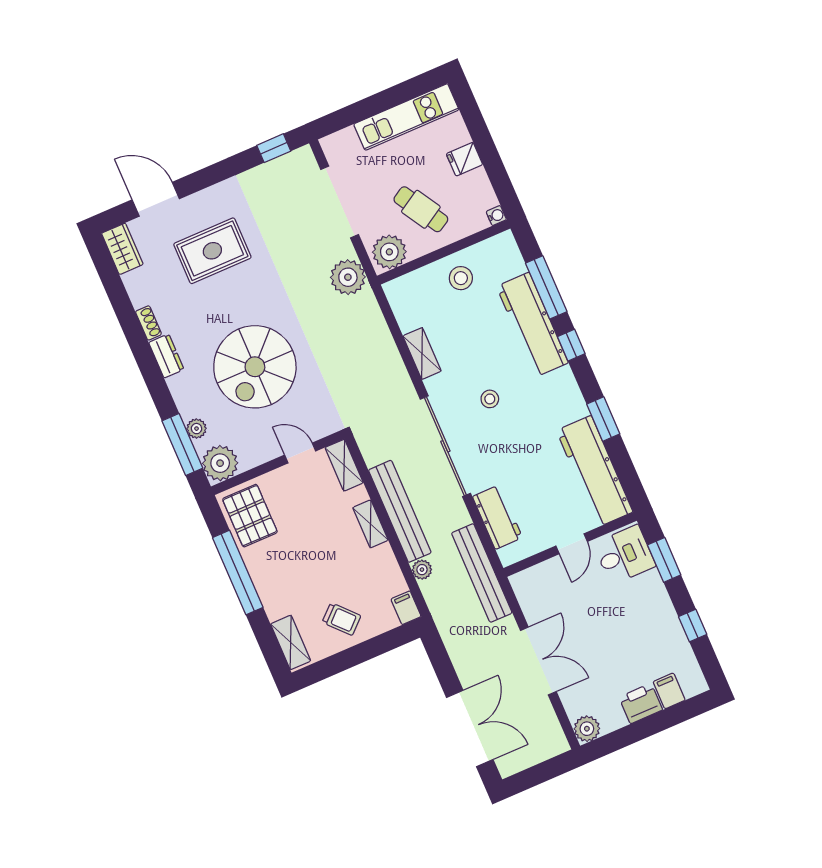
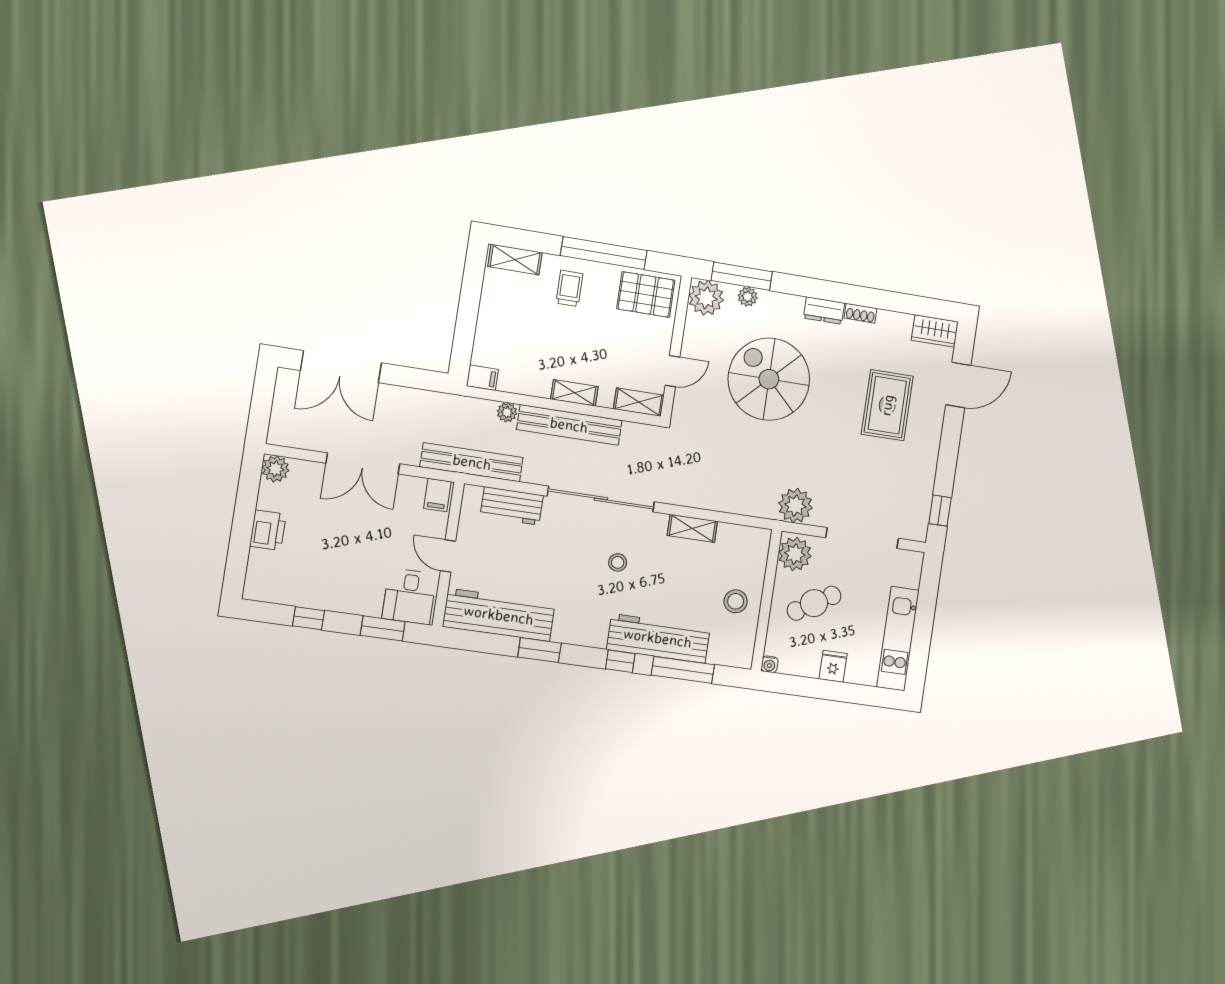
trolley: (341, 619) -> (569, 288), moved, turned 133
filing cabinet: (669, 691) -> (437, 495), moved, turned 90

